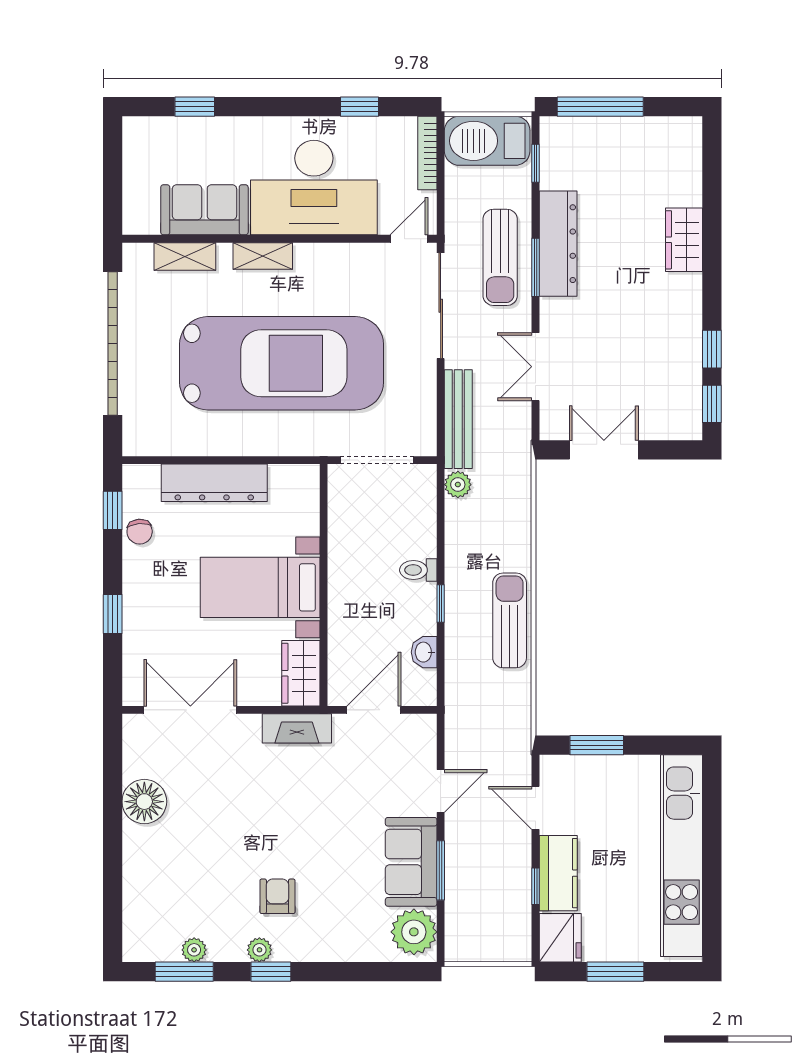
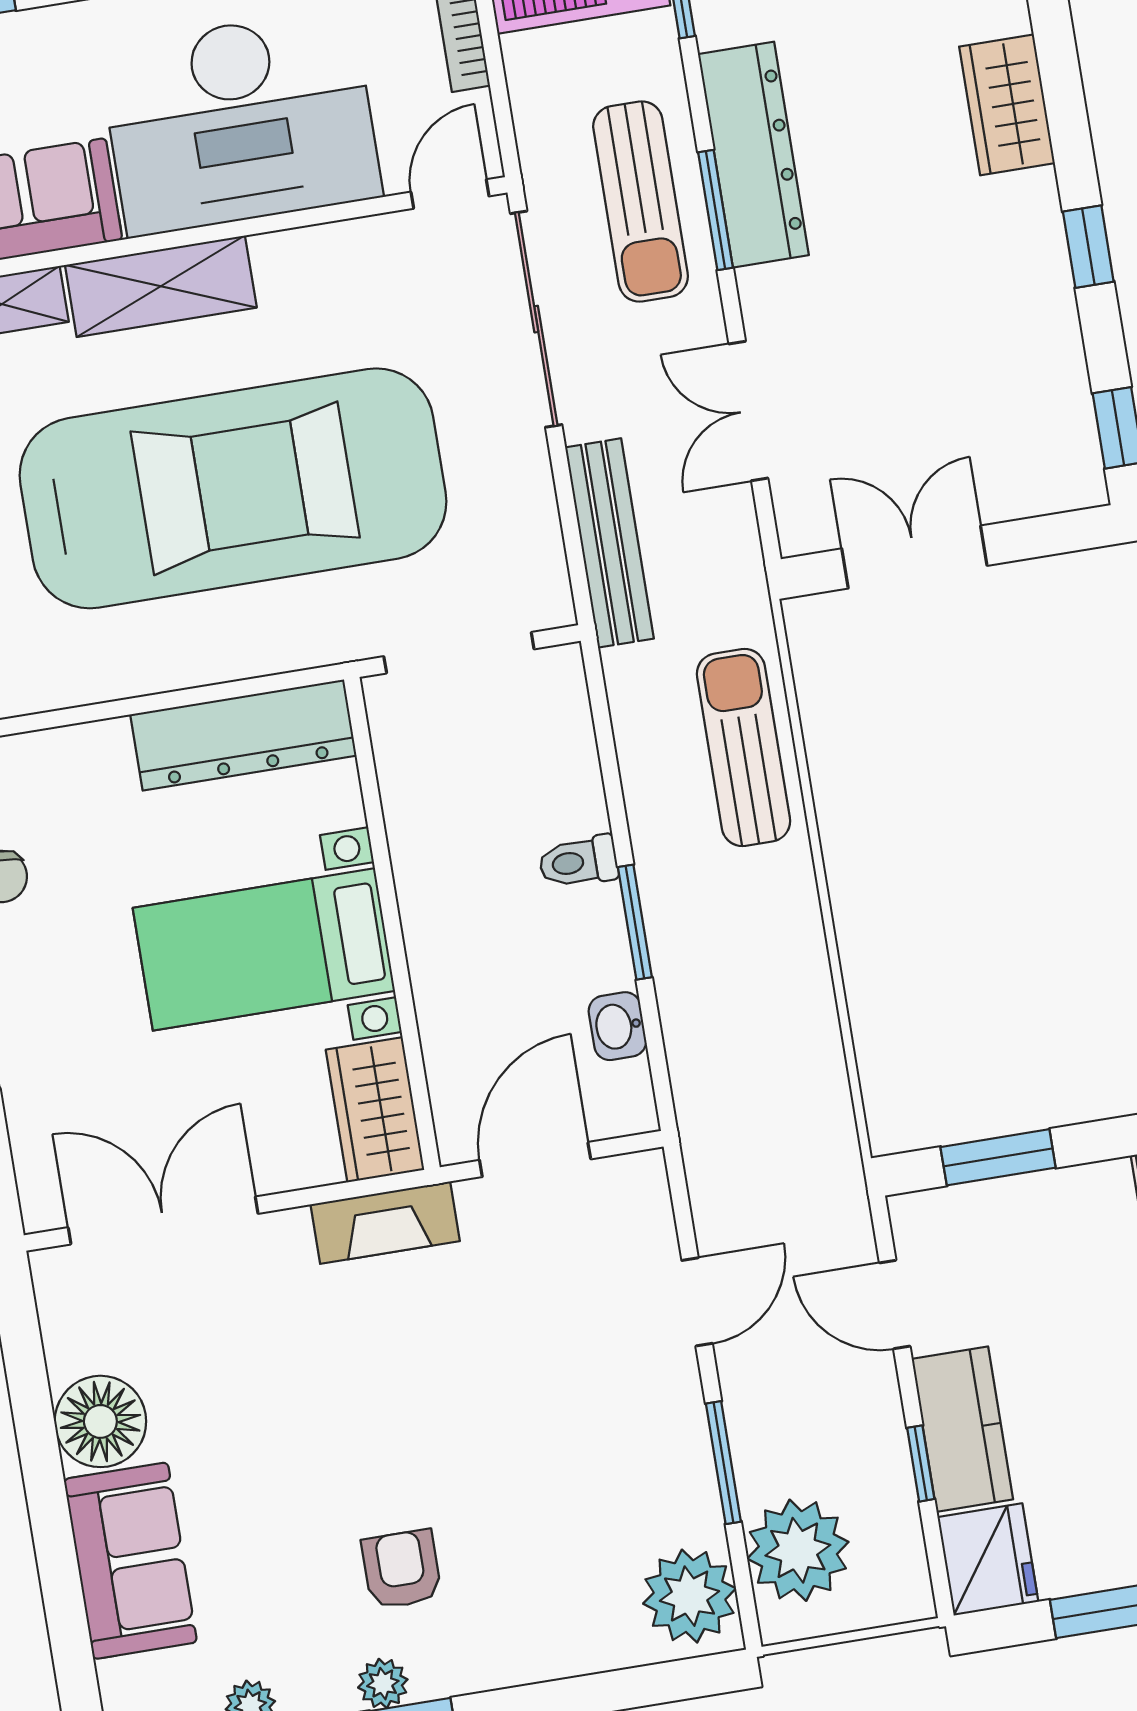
shelving: (263, 256) -> (161, 286), width x1.50, depth x1.33
window: (712, 349) -> (1088, 247), moved
dresser: (214, 483) -> (243, 735), moved
plant: (458, 485) -> (798, 1550), moved, width x1.87, depth x1.87
window: (441, 603) -> (635, 922), width x1.50
sun lounger: (510, 620) -> (743, 747), moved
sofa: (411, 862) -> (130, 1561), moved, turned 180

